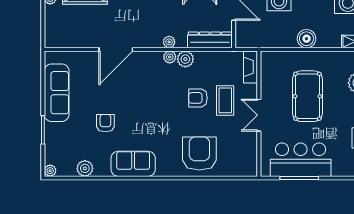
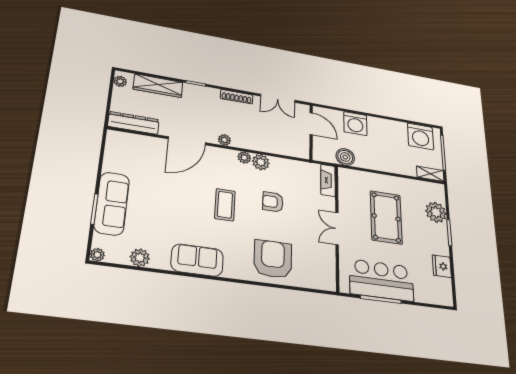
boiler: (307, 39) -> (345, 157), moved
dresser: (210, 40) -> (133, 123), moved
plant: (169, 42) -> (224, 140), moved
sofa: (57, 93) -> (112, 203), moved
coffee table: (225, 100) -> (225, 205), moved
armchair: (105, 123) -> (169, 212), removed

